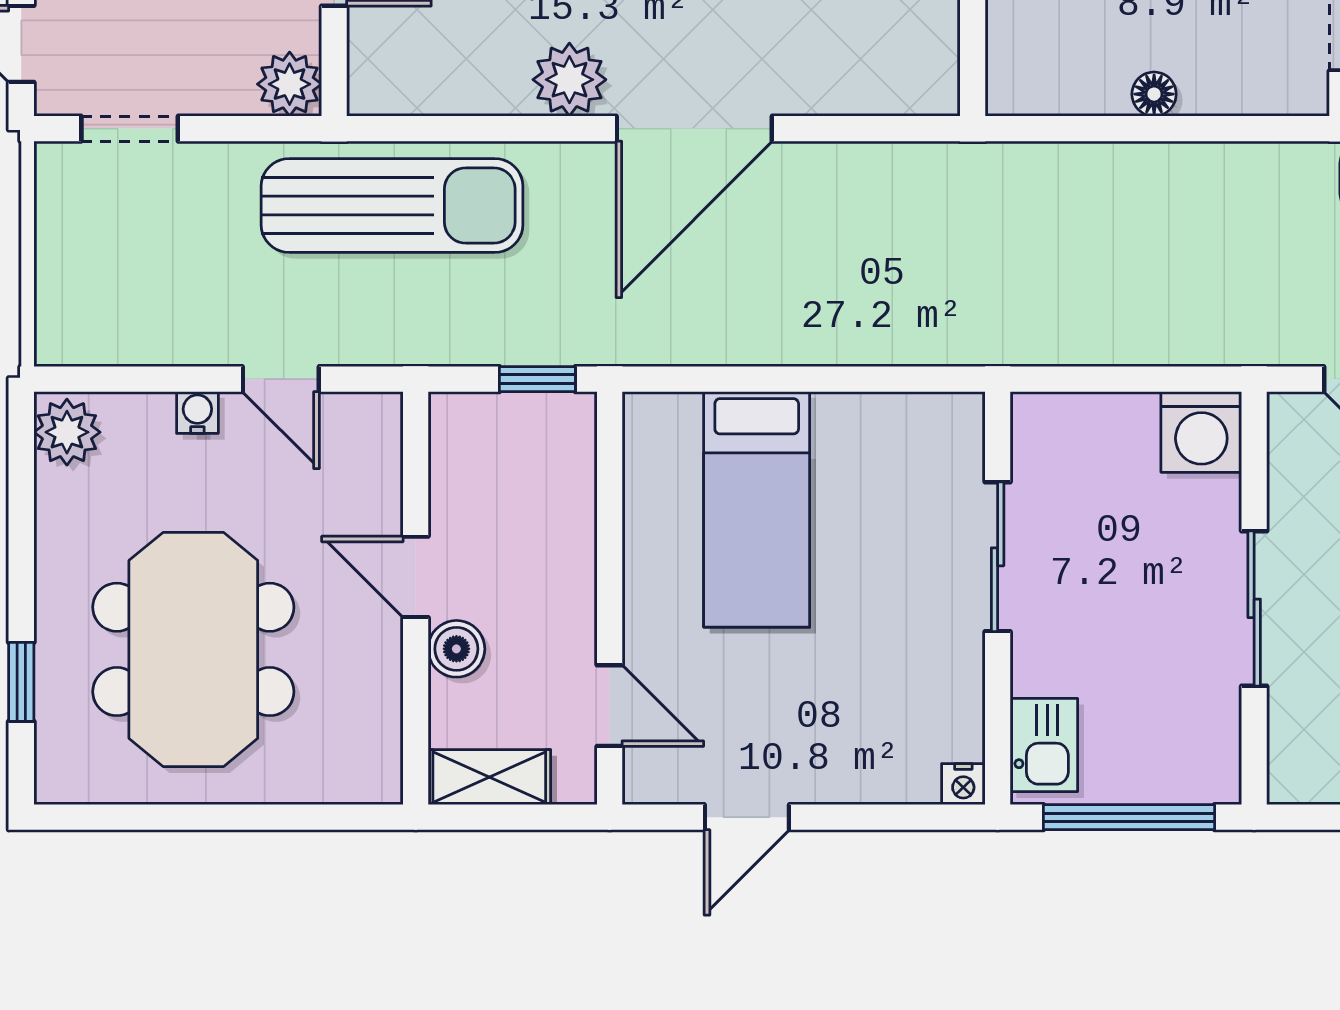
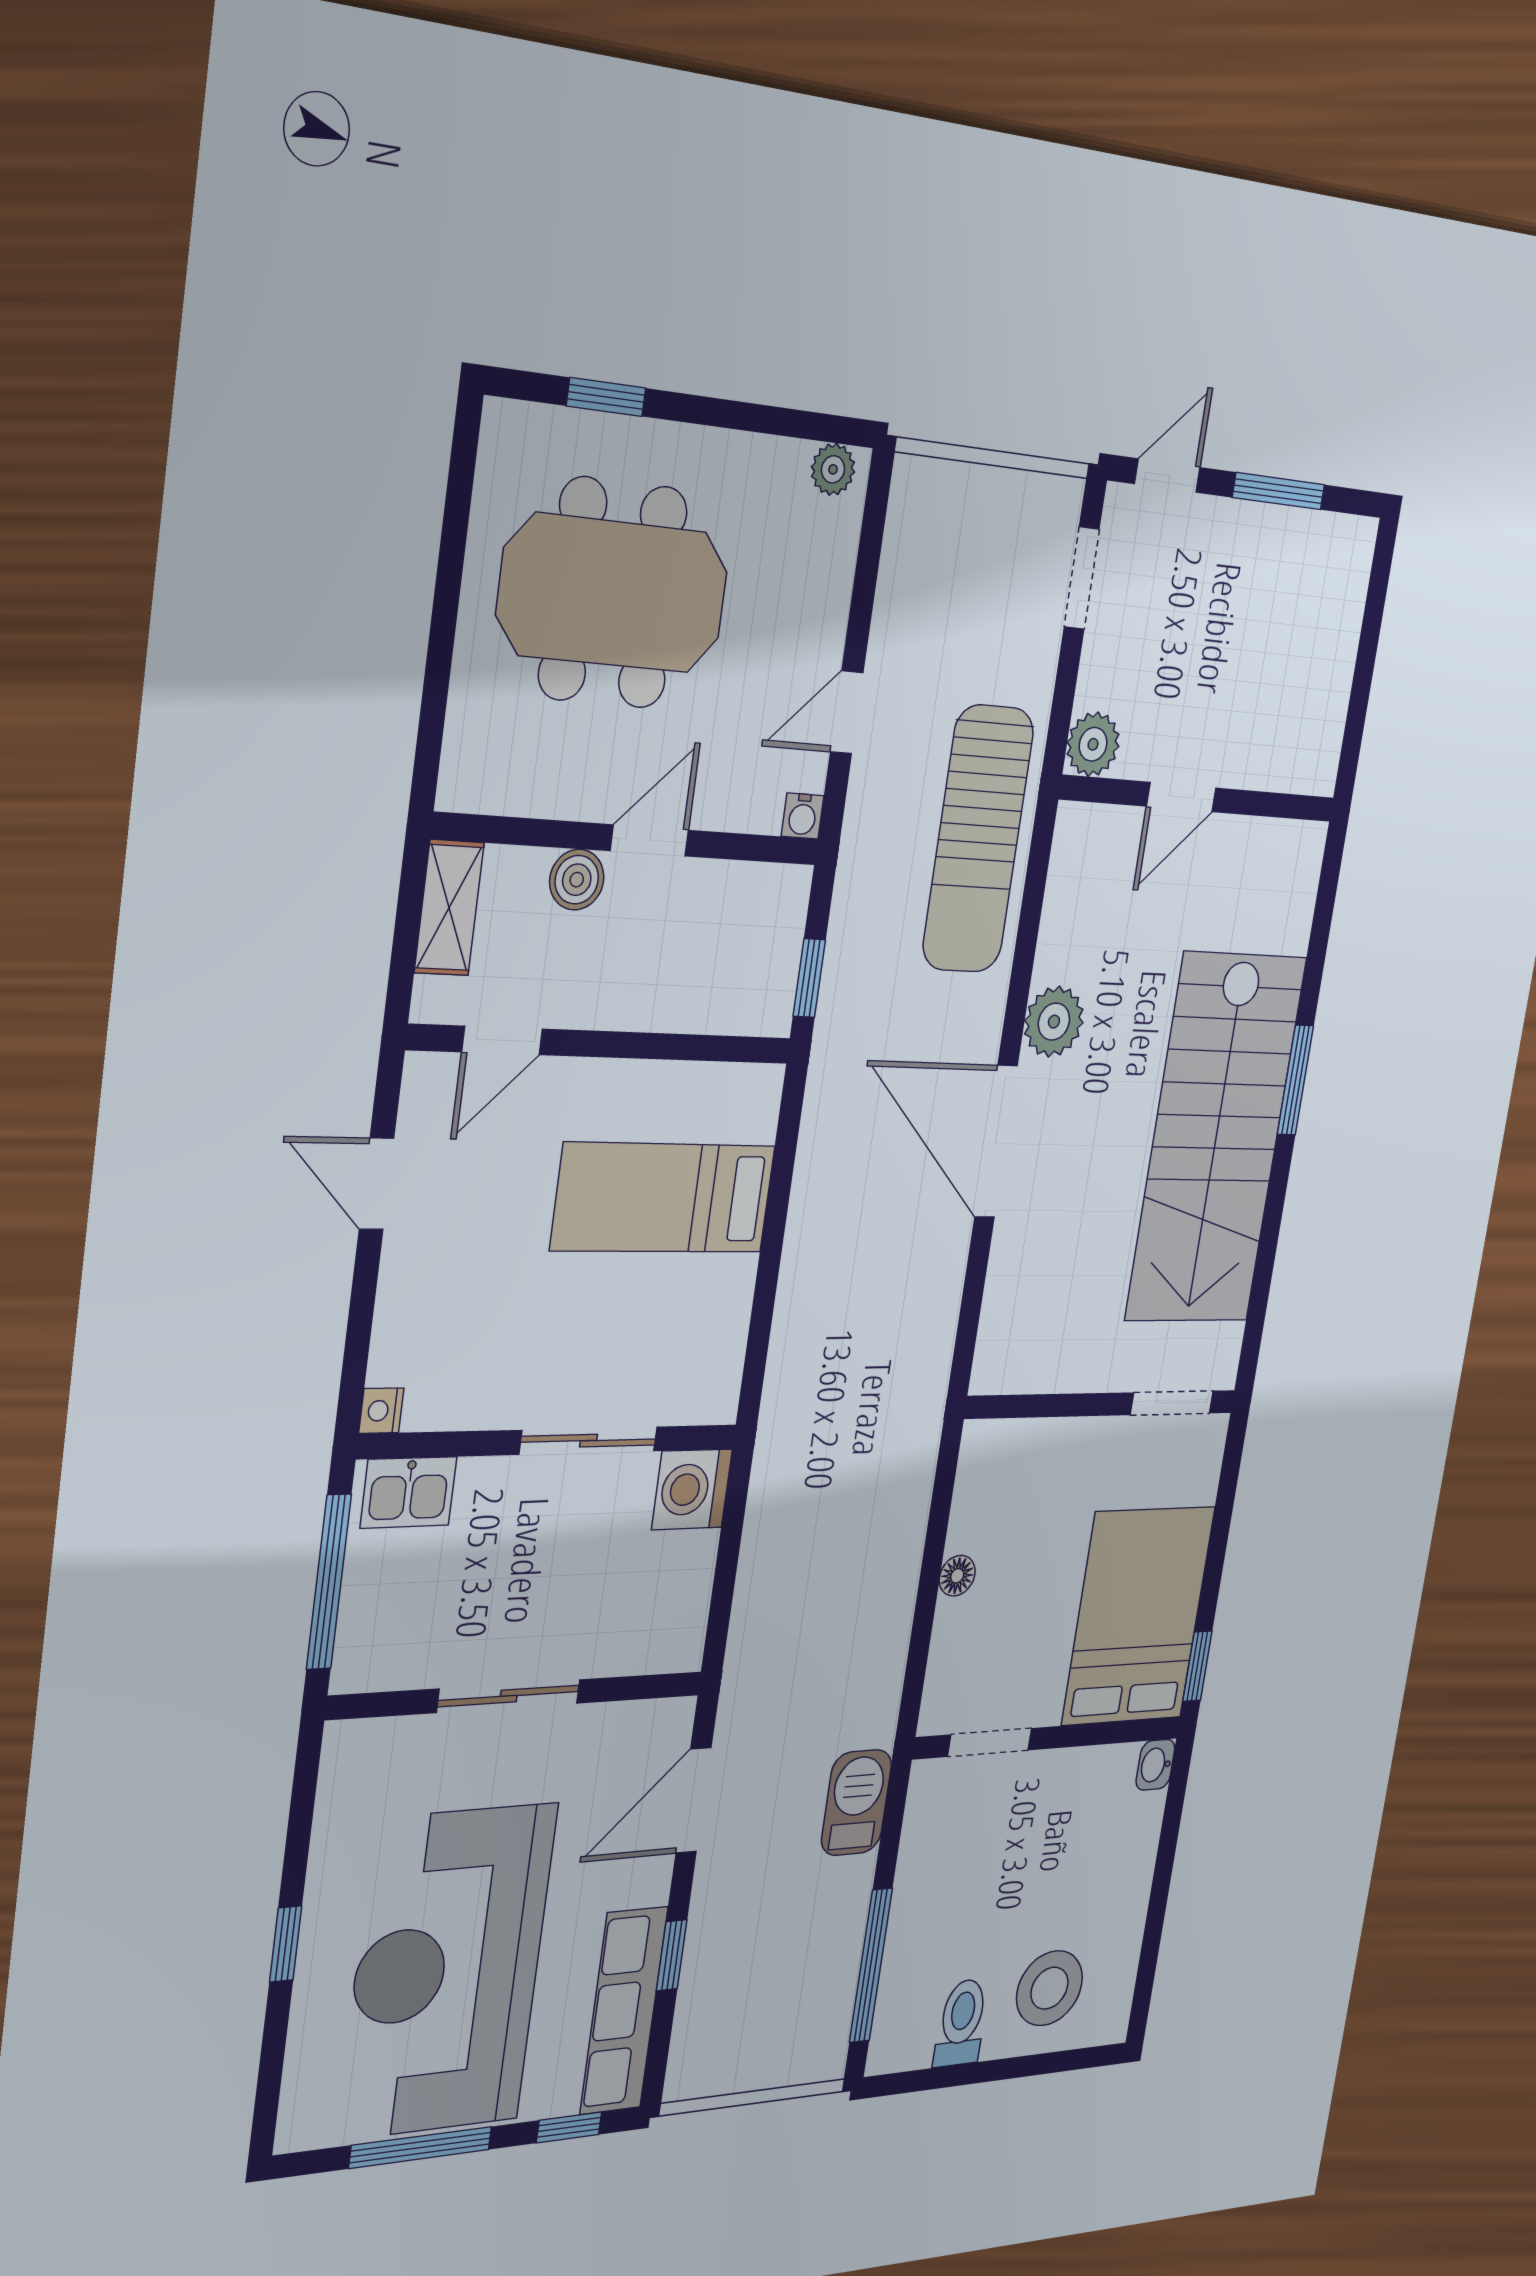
water cooler: (197, 413) -> (803, 816), moved, turned 90
plant: (67, 432) -> (833, 469), width x0.73, depth x0.73
washing machine: (1201, 432) -> (692, 1489), moved

